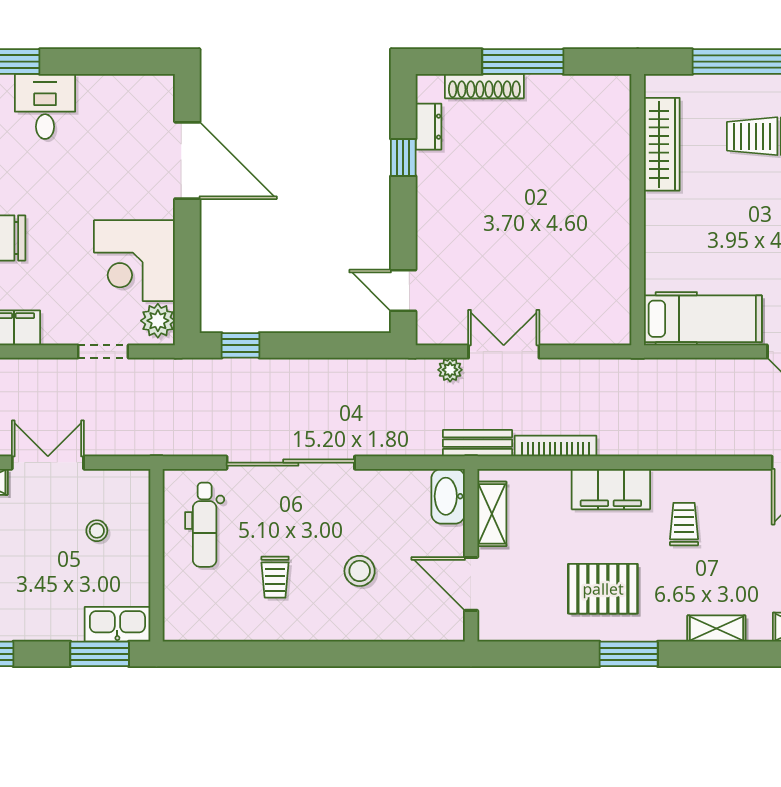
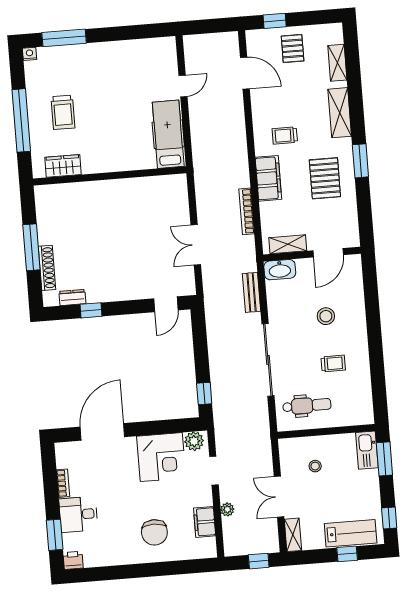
bookcase: (102, 84) -> (63, 483), added
wardrobe: (662, 144) -> (63, 166), width x0.67
plant: (450, 370) -> (227, 509), moved
bench: (477, 443) -> (252, 292), moved
shelving: (716, 628) -> (340, 113), width x1.50, depth x1.33

